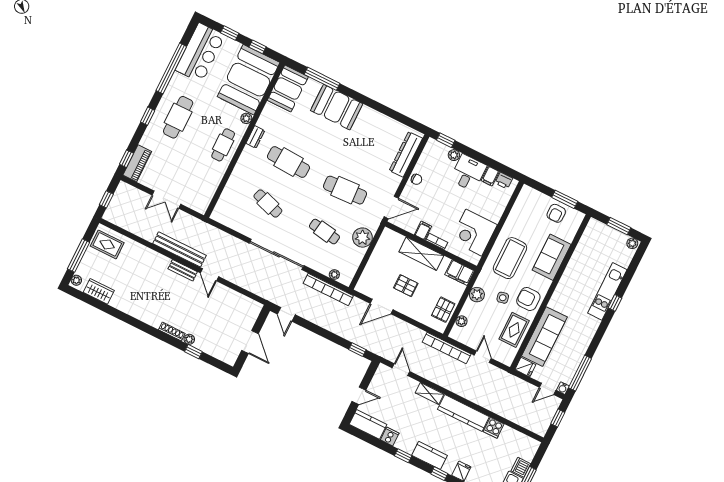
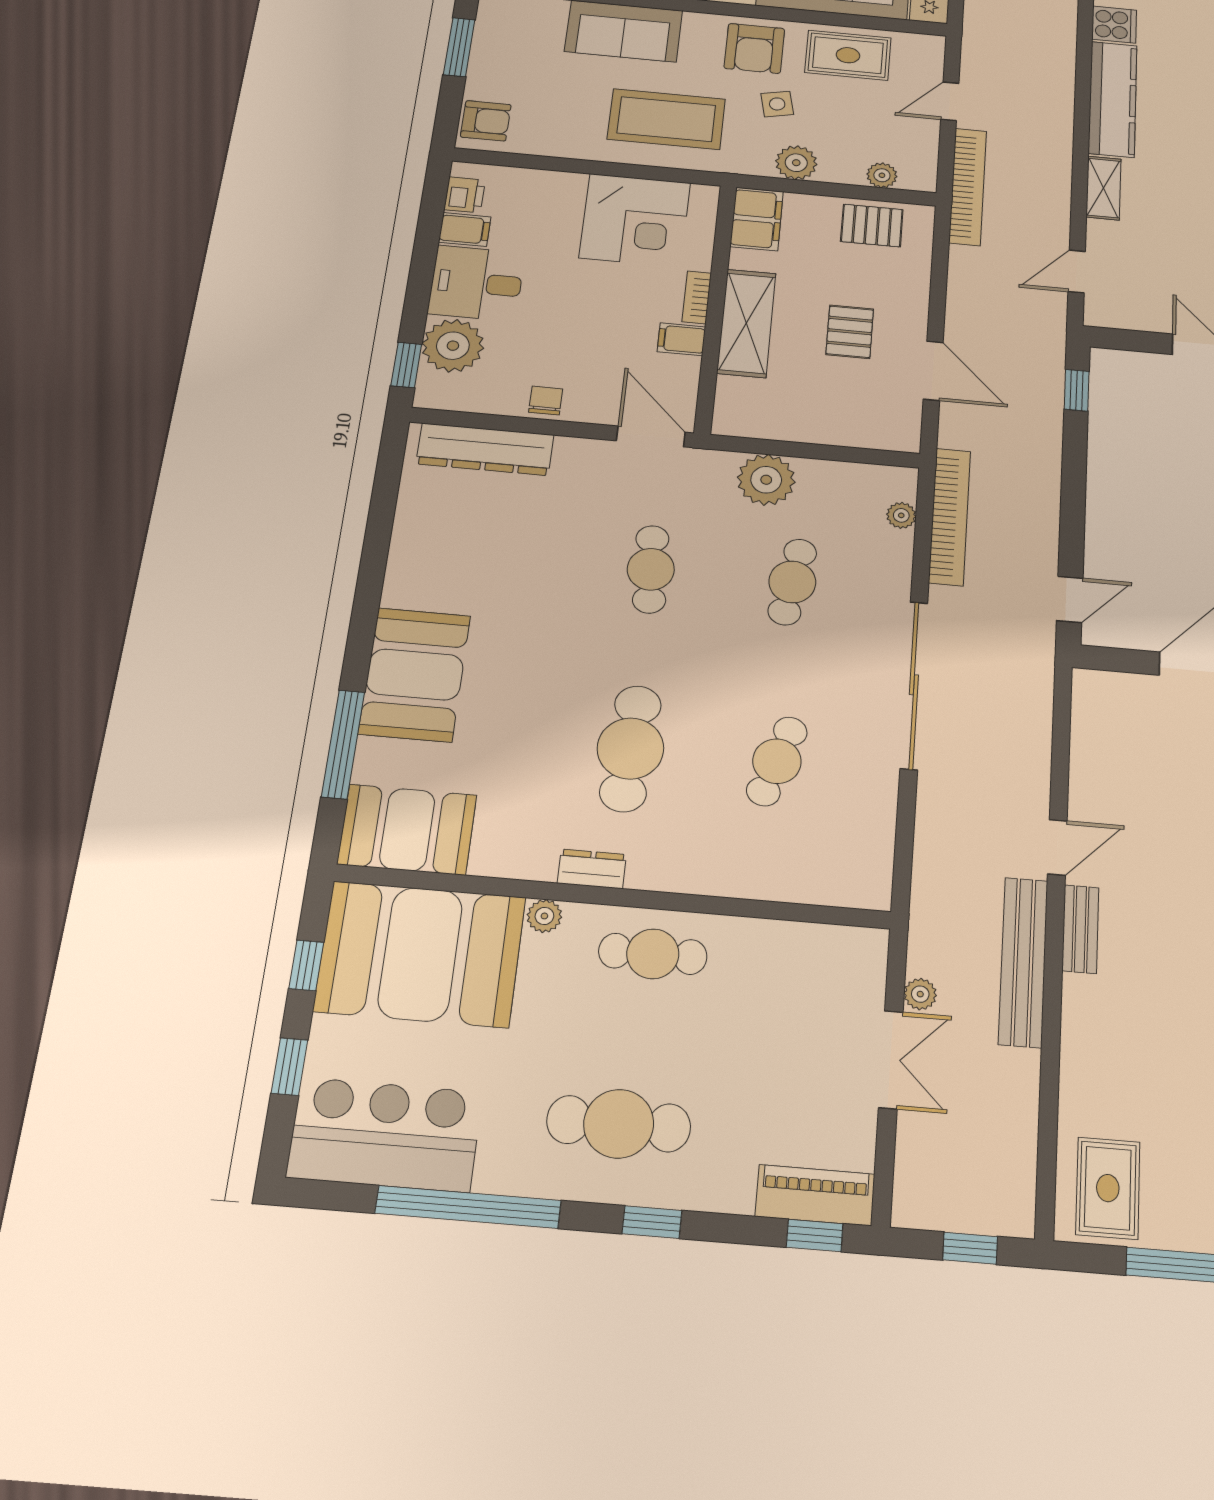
plant: (454, 155) -> (453, 346), width x1.87, depth x1.87
cafe table: (345, 190) -> (651, 569), width x0.73, depth x0.74
armchair: (556, 213) -> (486, 121), moved
plant: (182, 216) -> (920, 994), added

